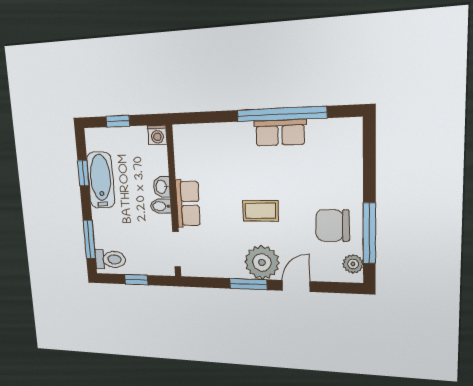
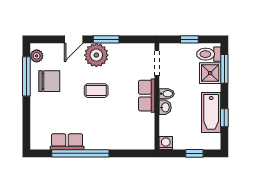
row of seats: (280, 133) -> (67, 142), moved
shower: (106, 234) -> (210, 73), added

